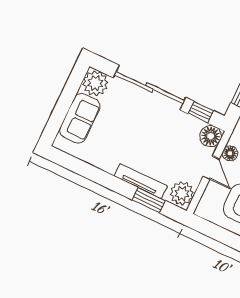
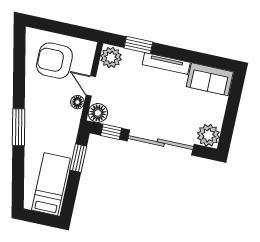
sofa: (80, 118) -> (210, 79), moved, turned -90
tv unit: (141, 181) -> (166, 64), moved

